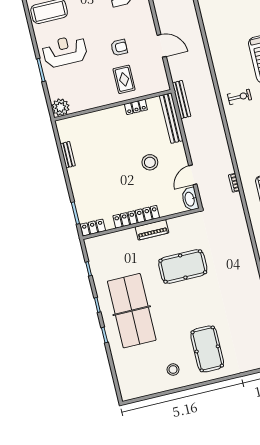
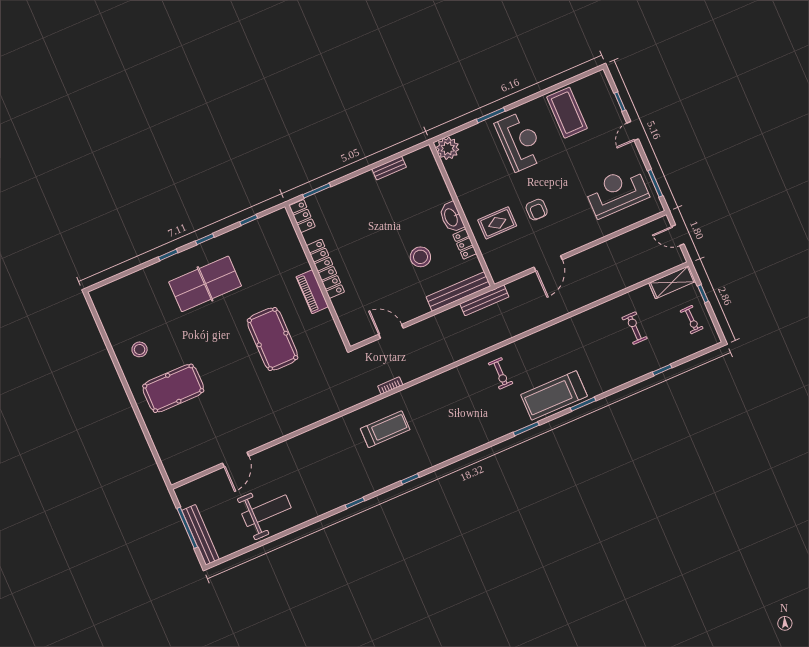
stool: (150, 162) -> (420, 257), moved
washbasin: (190, 199) -> (451, 217), moved, turned -90
table tennis table: (132, 311) -> (205, 284), width x0.73, depth x0.76

